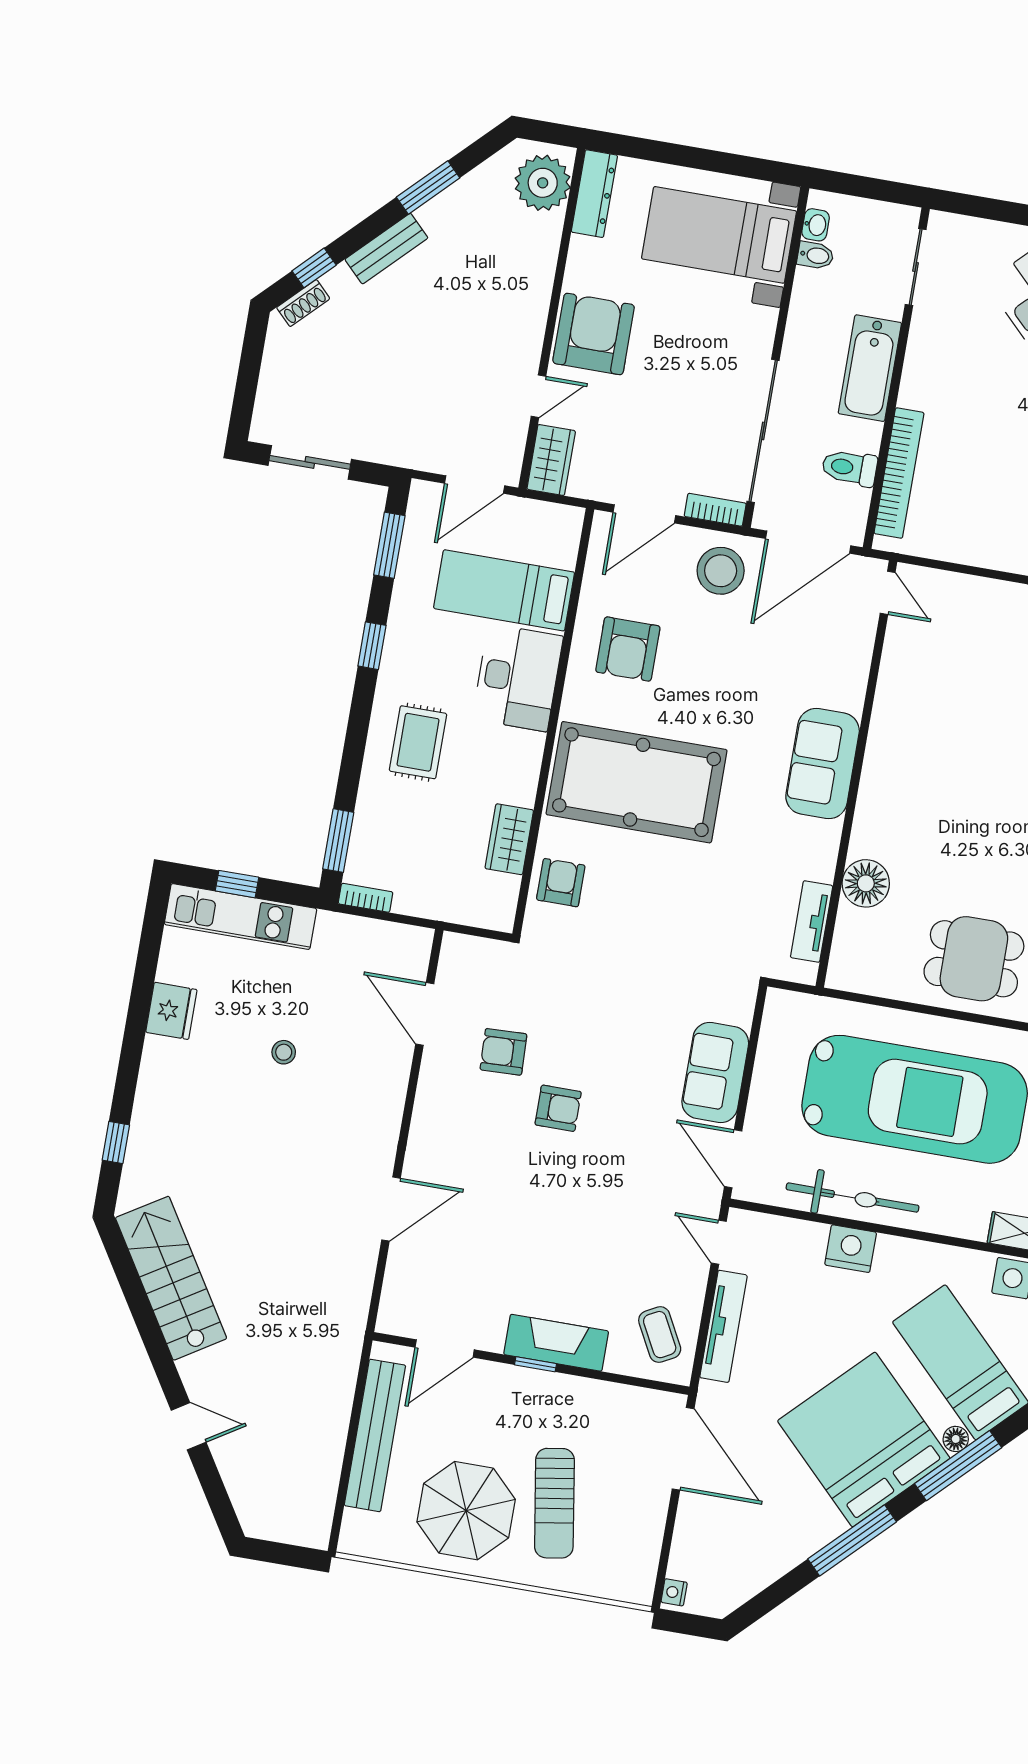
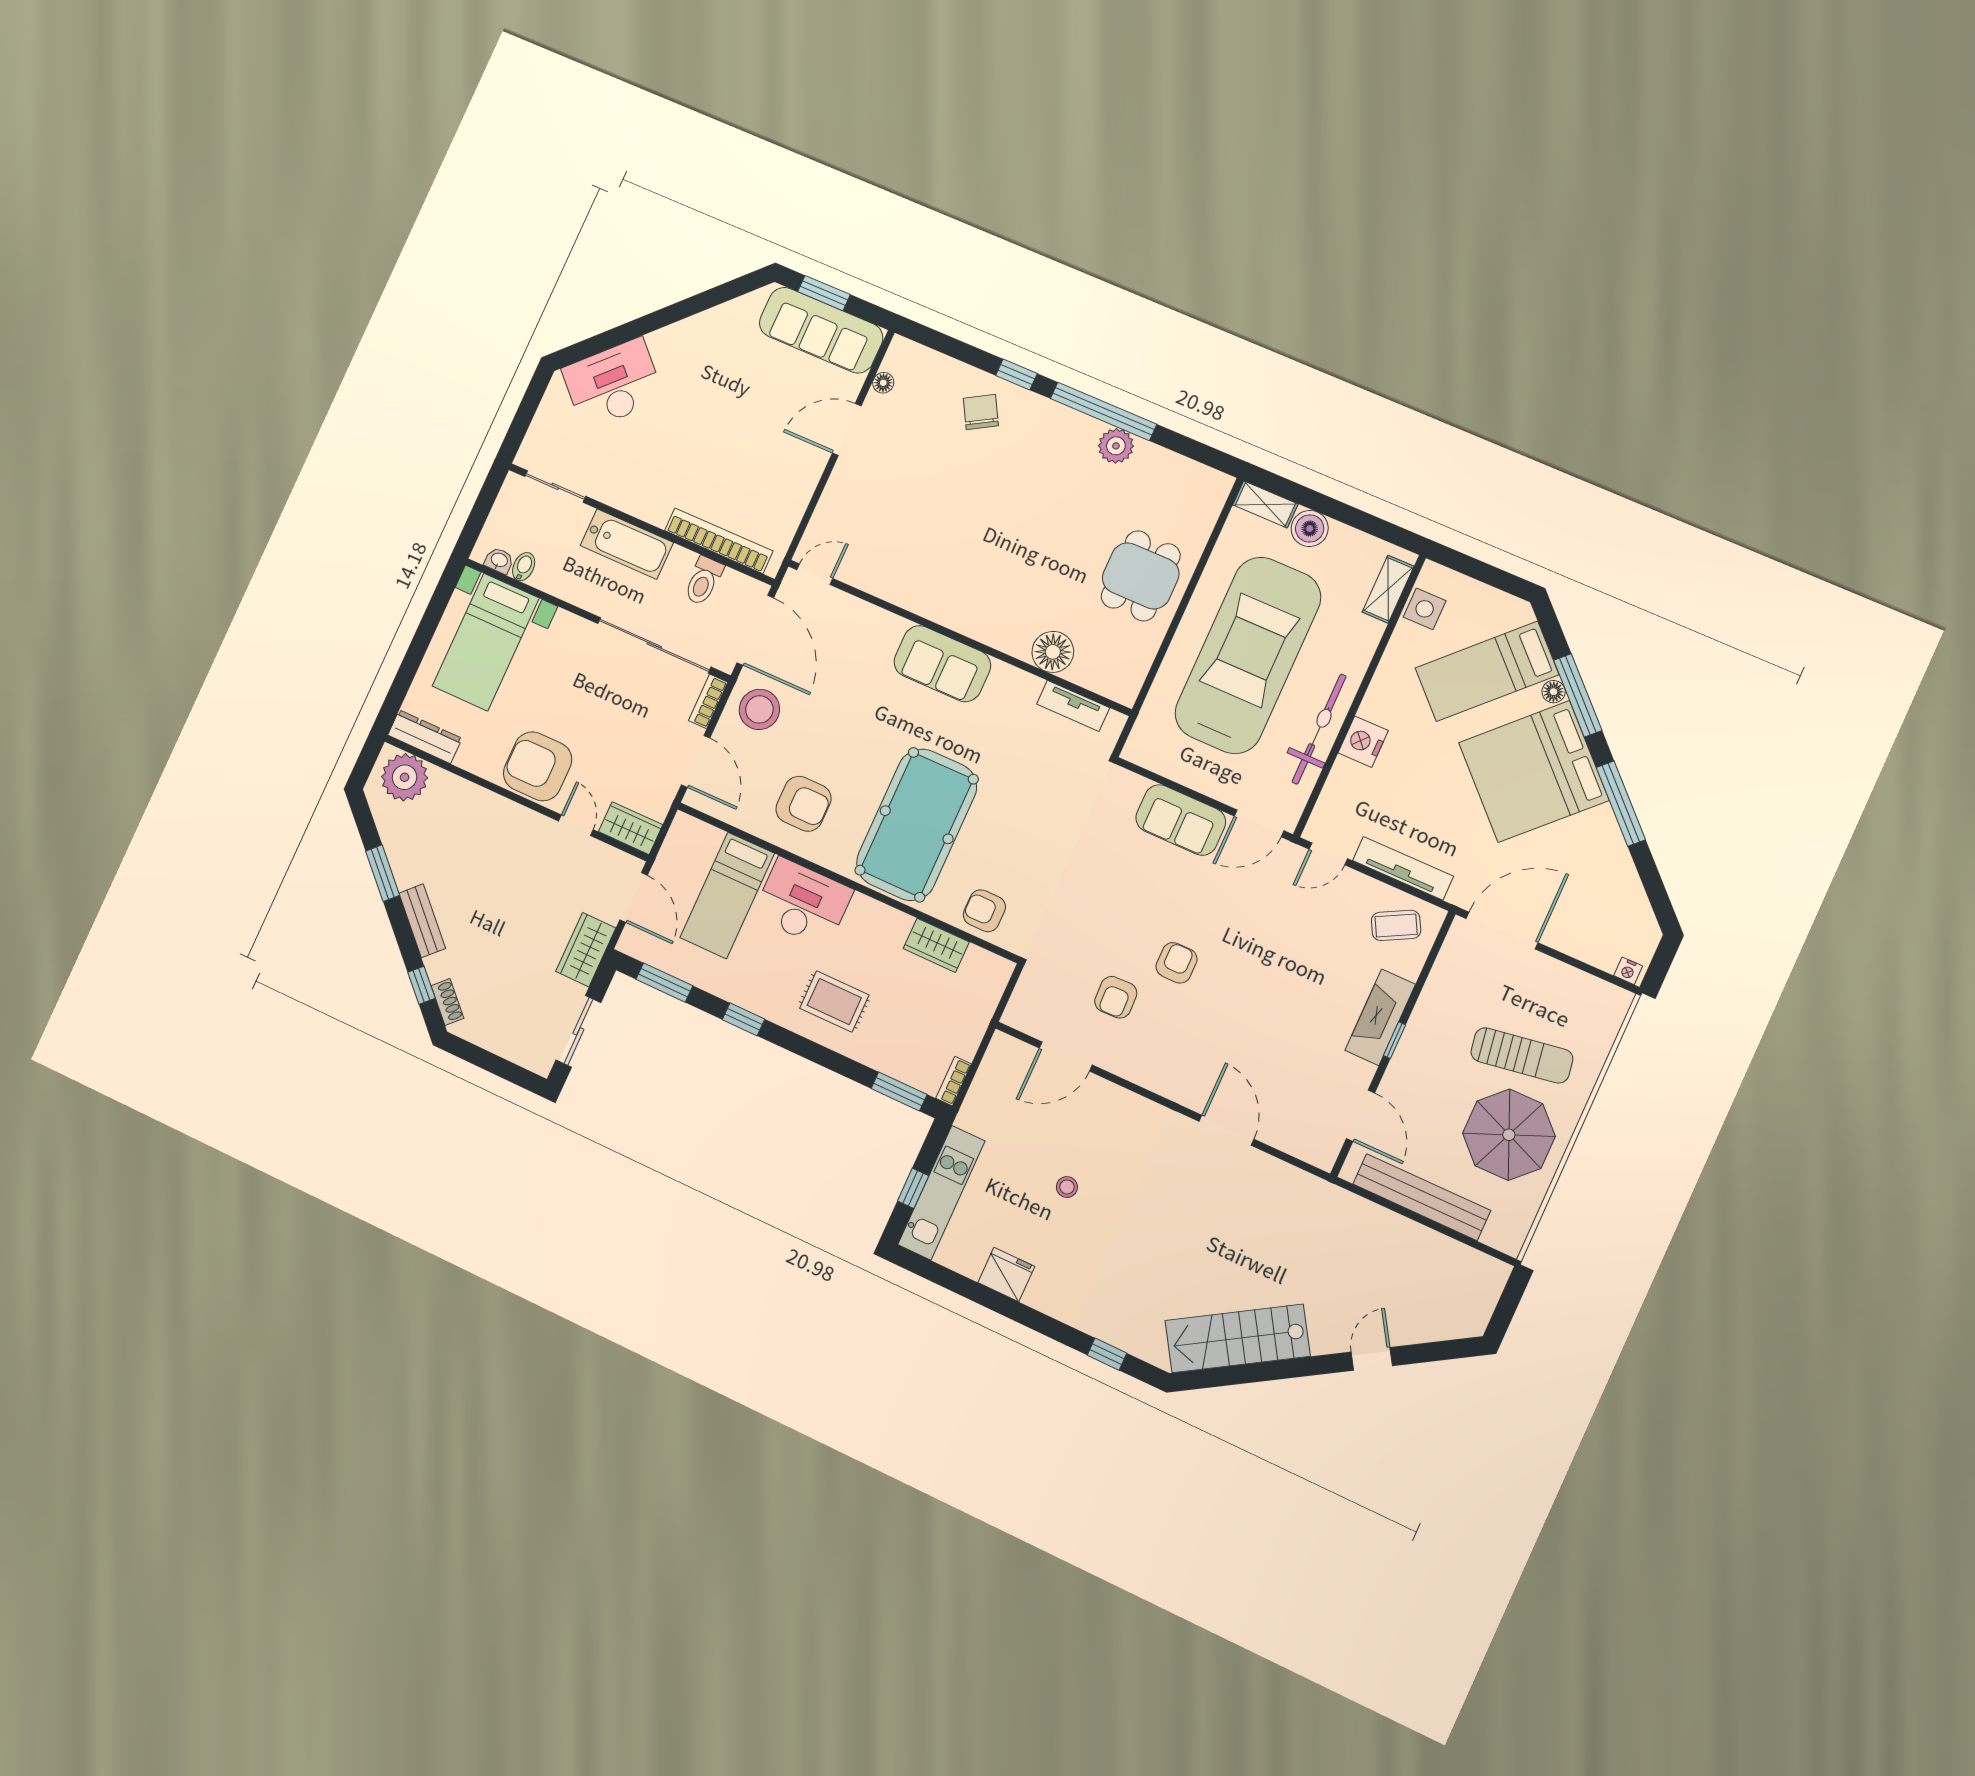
wardrobe: (403, 446) -> (586, 950), added

